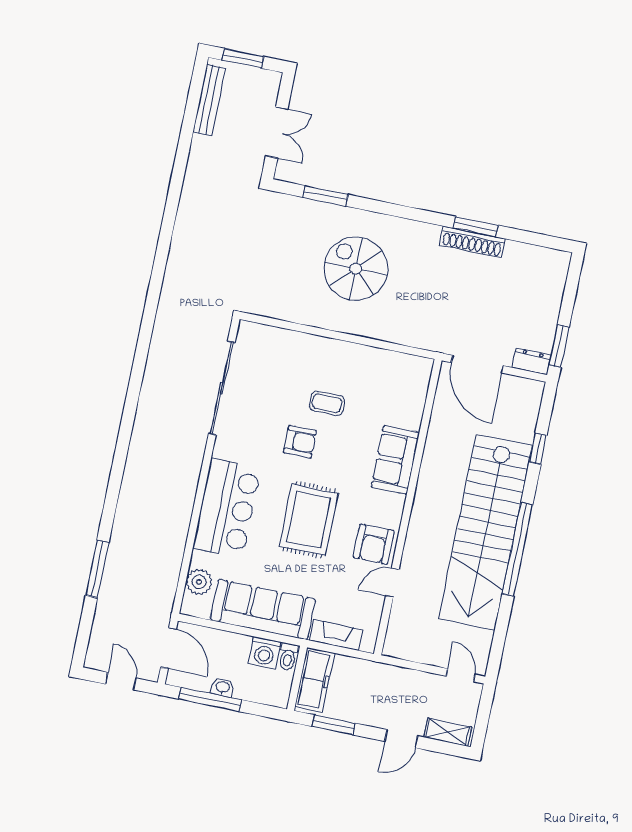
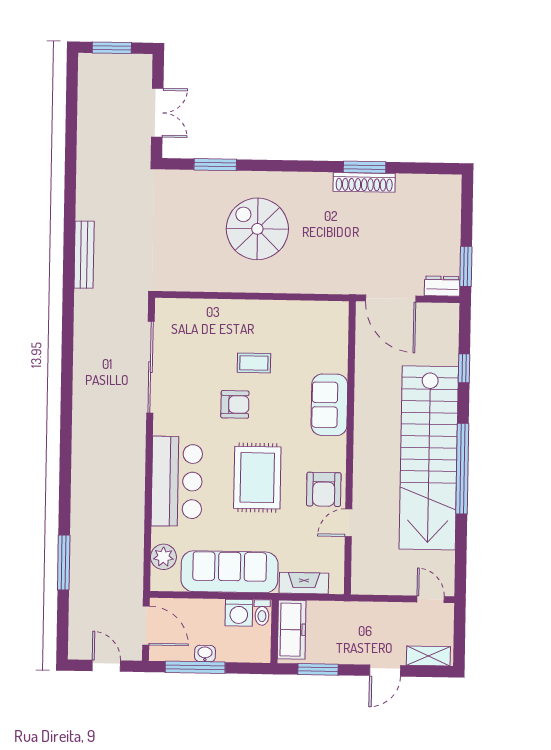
bench: (209, 100) -> (84, 255), moved

